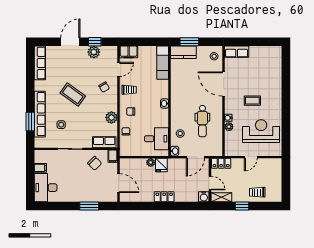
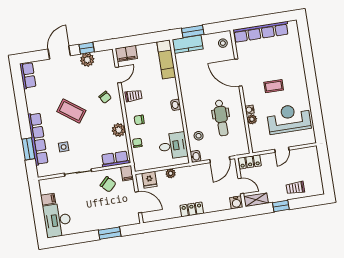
row of seats: (237, 52) -> (261, 32), width x2.02
row of seats: (40, 63) -> (28, 75), width x0.68
fridge: (161, 165) -> (149, 180), moved

